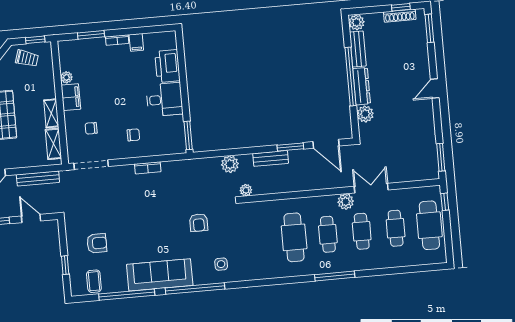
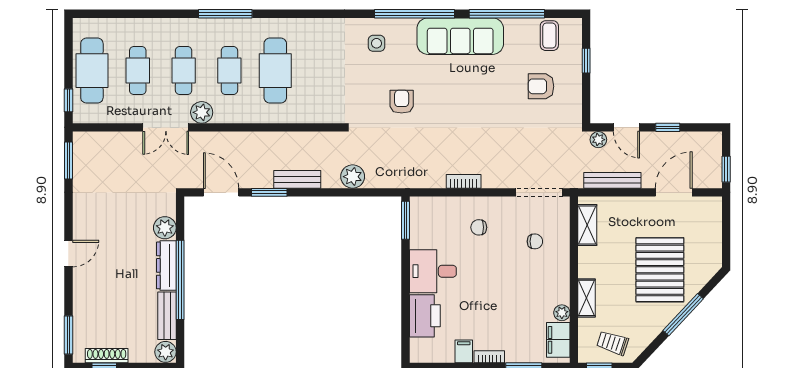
filing cabinet: (71, 97) -> (558, 340), moved
shelving: (51, 113) -> (587, 298), moved
plant: (246, 190) -> (598, 140), moved

